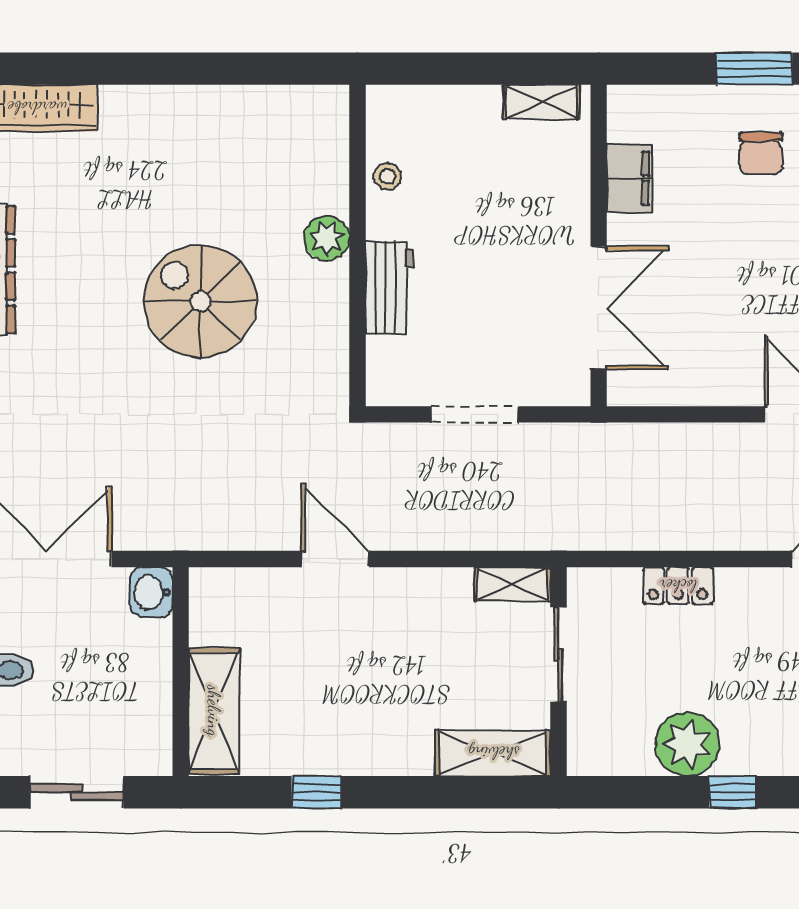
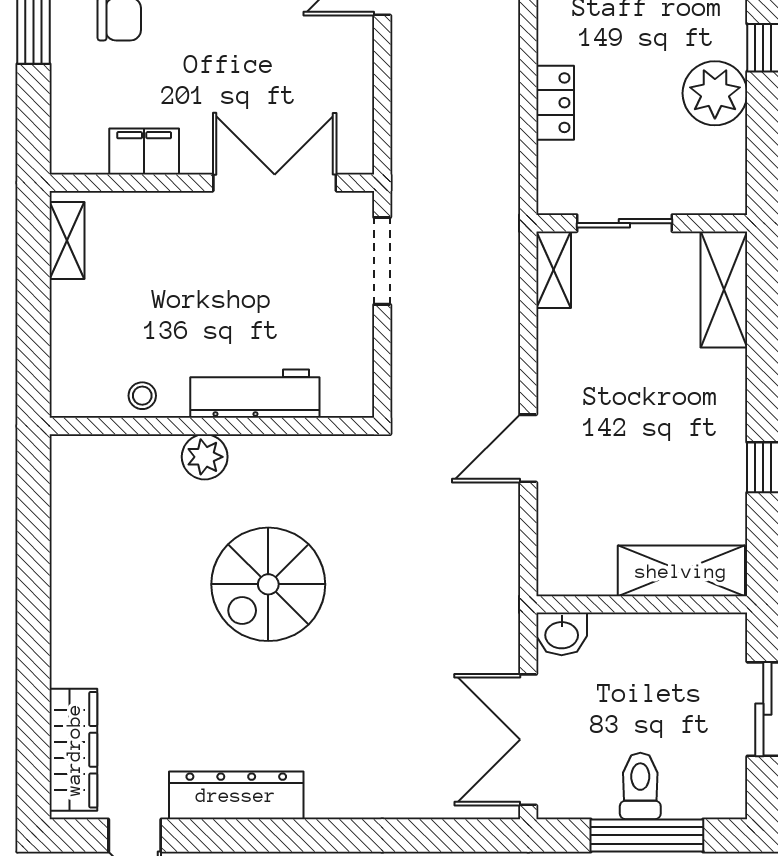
workbench: (390, 288) -> (255, 394), width x1.38
doorway: (475, 414) -> (382, 261), moved

